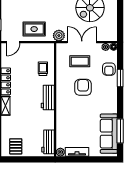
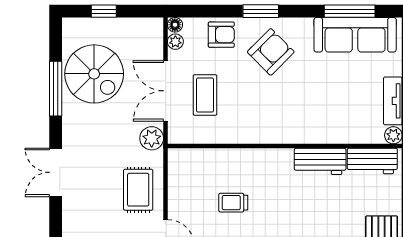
window: (120, 12) -> (104, 11), added
trolley: (43, 69) -> (233, 203), moved
window: (120, 78) -> (261, 11), moved
armchair: (83, 87) -> (271, 52), moved, turned 135
workbench: (48, 98) -> (320, 161), moved

